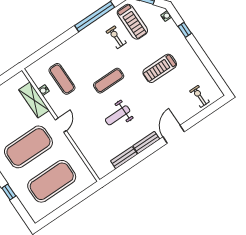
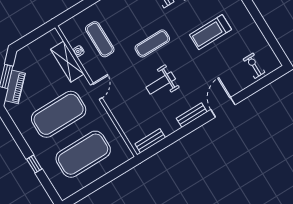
bench: (124, 158) -> (150, 141), moved

